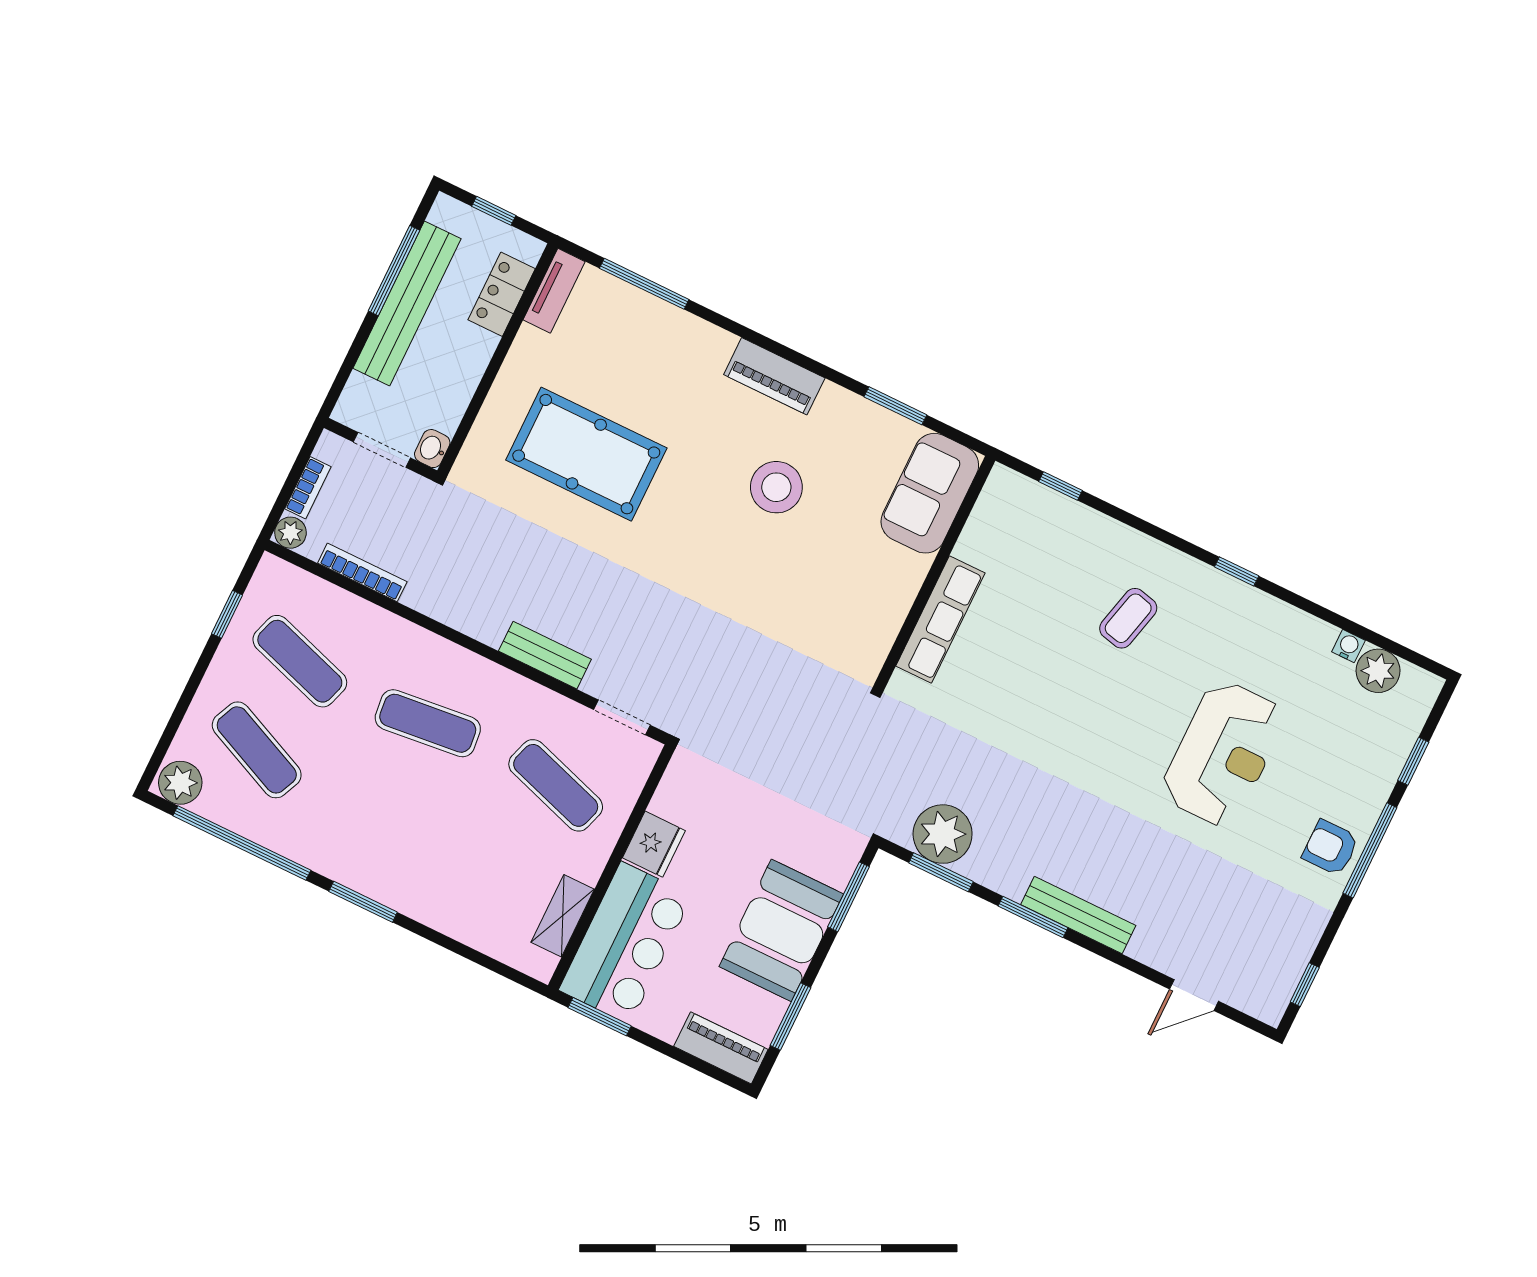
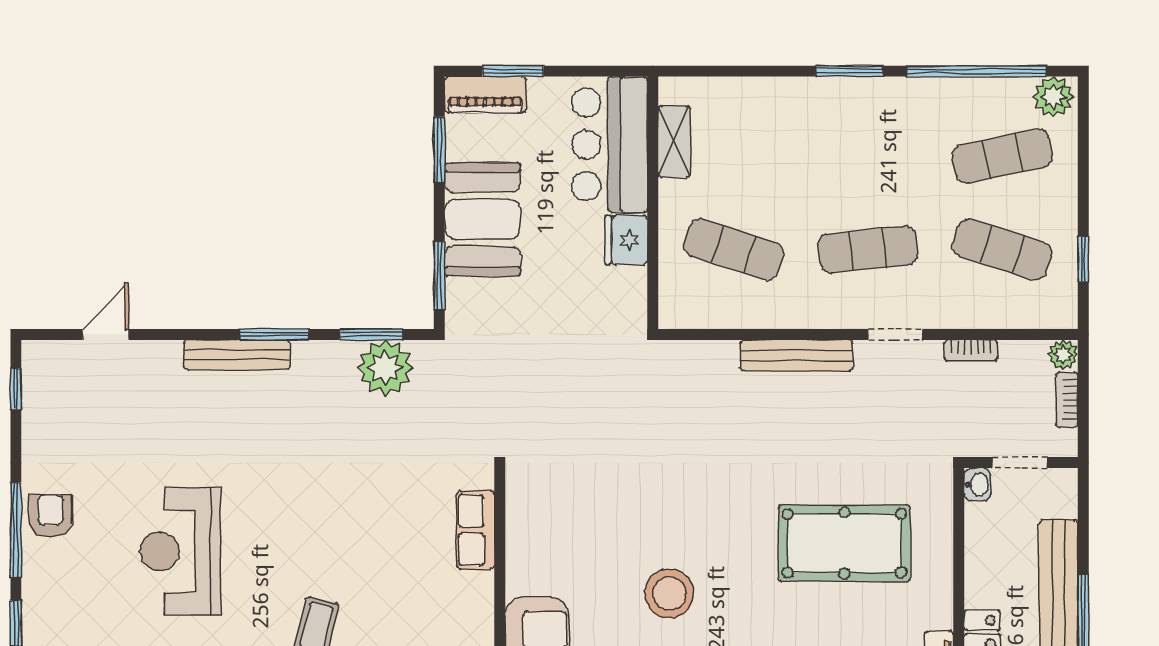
bookcase: (362, 572) -> (971, 350), width x0.64
row of seats: (940, 620) -> (476, 530), width x0.68
bench: (545, 655) -> (797, 355), width x1.36
doorway: (622, 717) -> (895, 334), moved
exercise mat: (257, 750) -> (1002, 156), turned -36
armchair: (1331, 848) -> (50, 516), turned -90
window: (600, 1017) -> (513, 71), moved

